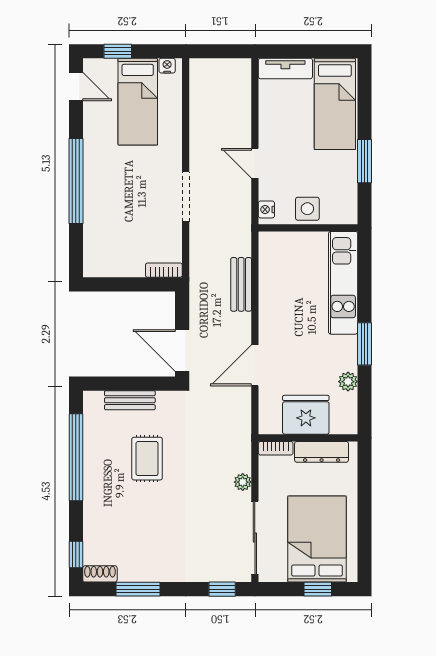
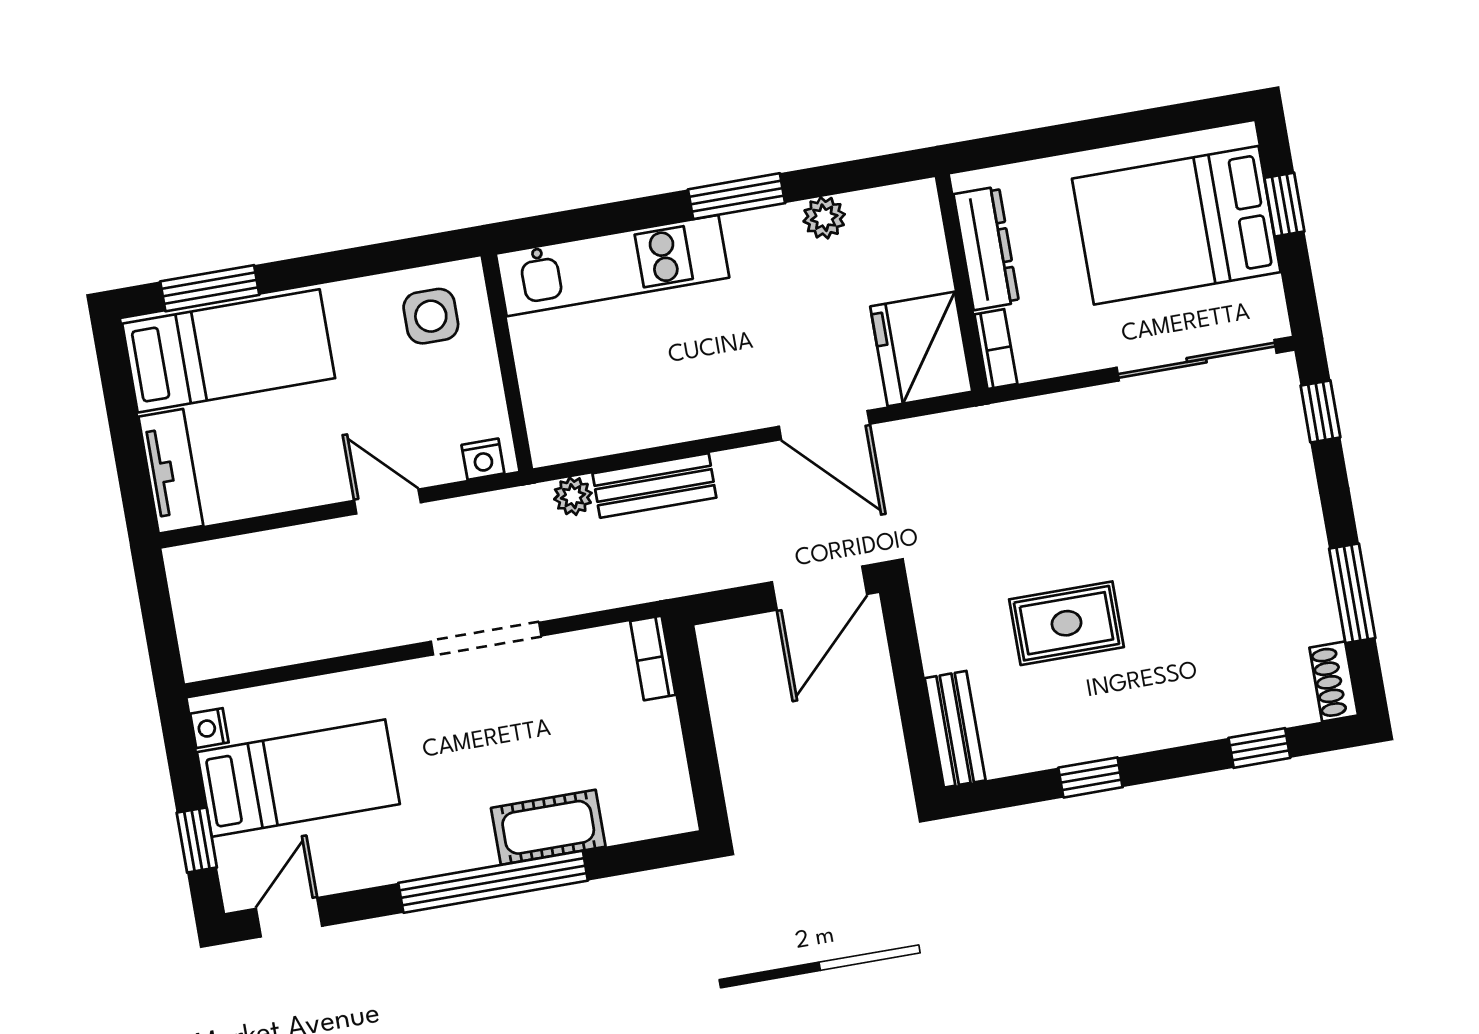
window: (365, 161) -> (210, 288), moved
door: (255, 163) -> (387, 501), swing flipped
side table: (307, 209) -> (431, 316), moved
cot: (96, 210) -> (548, 827), added
bench: (130, 400) -> (955, 729), moved
fridge: (306, 415) -> (921, 349), moved
window: (76, 457) -> (1090, 777), width x0.32
plant: (243, 482) -> (573, 496), moved
window: (76, 555) -> (1259, 748), moved

